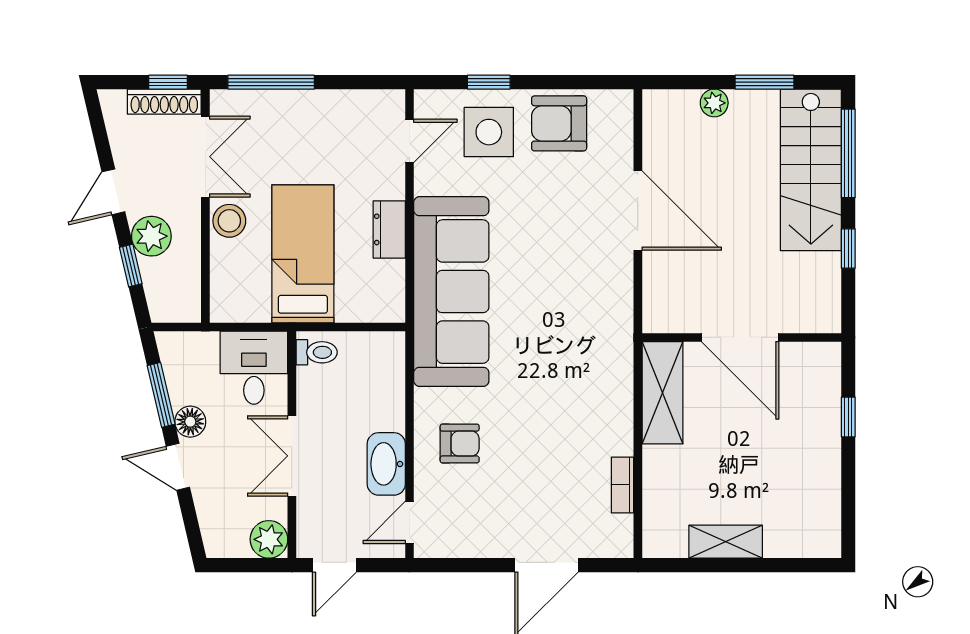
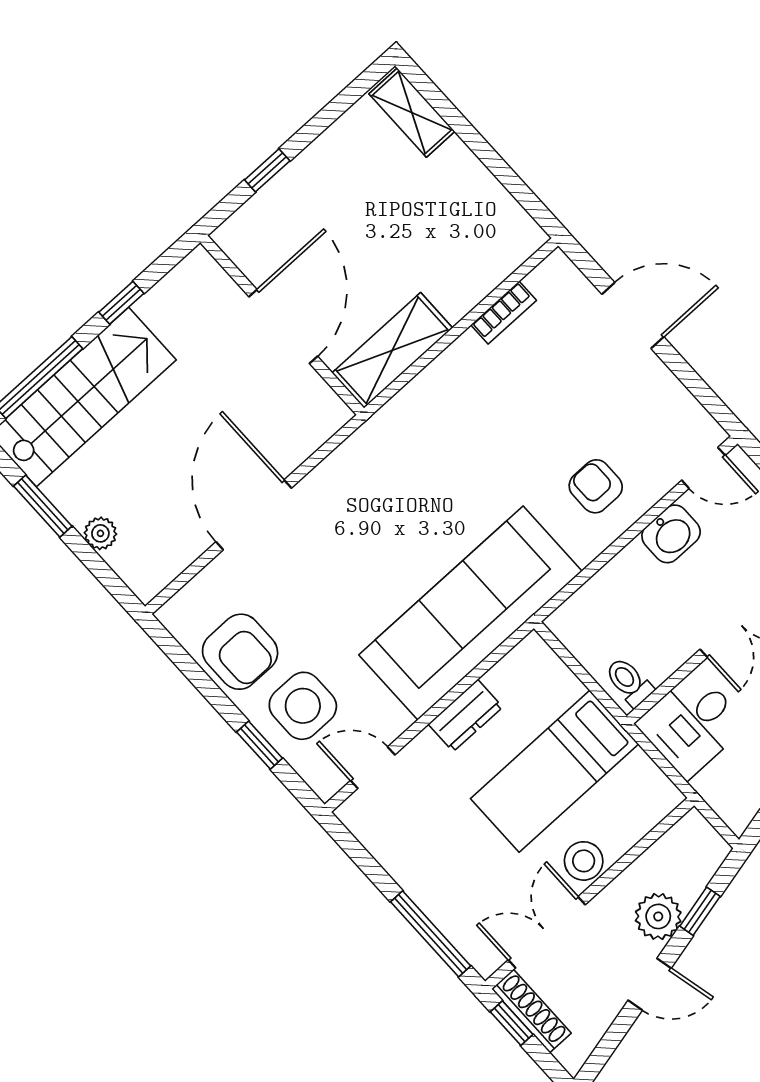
washbasin: (386, 464) -> (671, 534), width x0.72
shelving: (726, 542) -> (412, 113), moved

